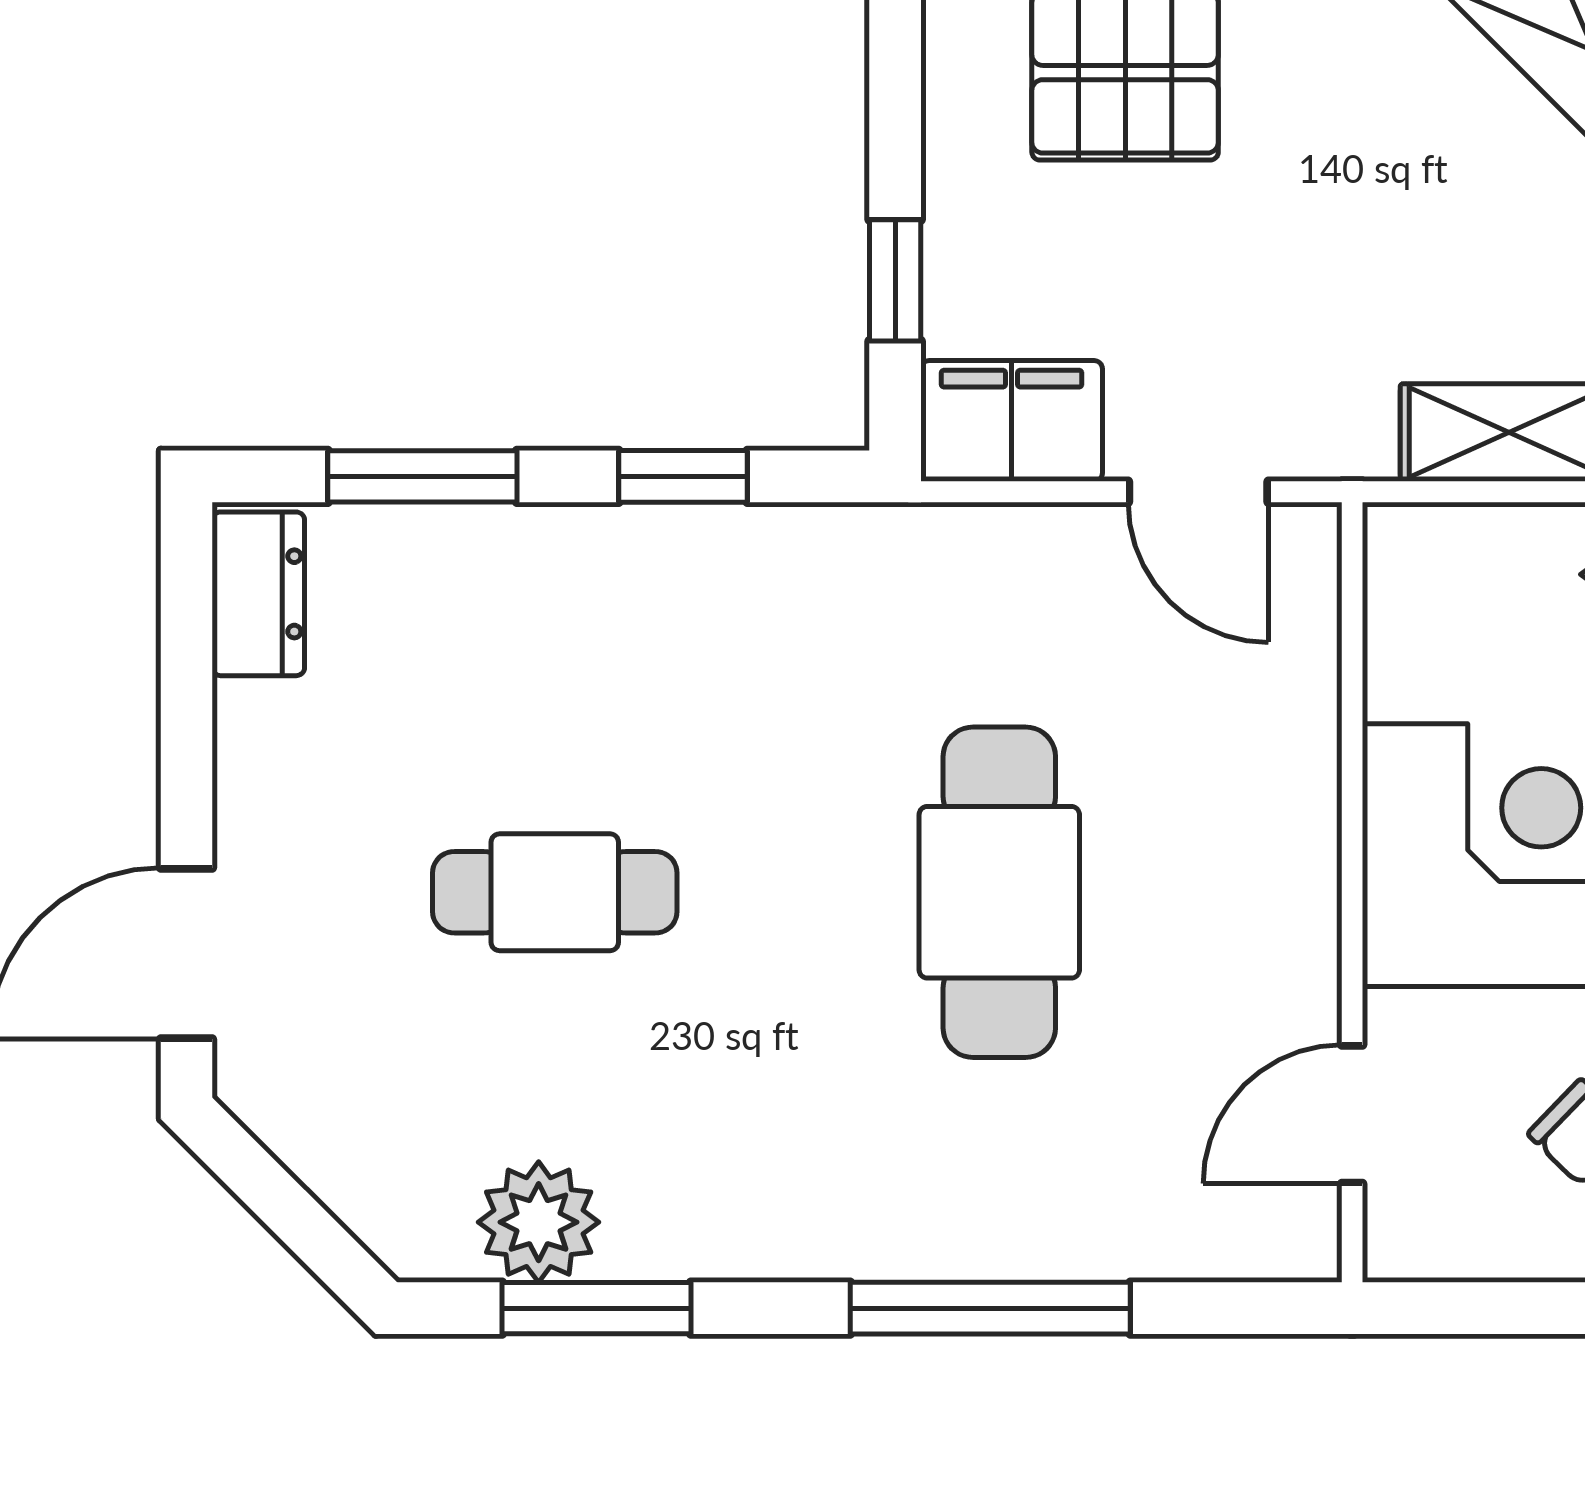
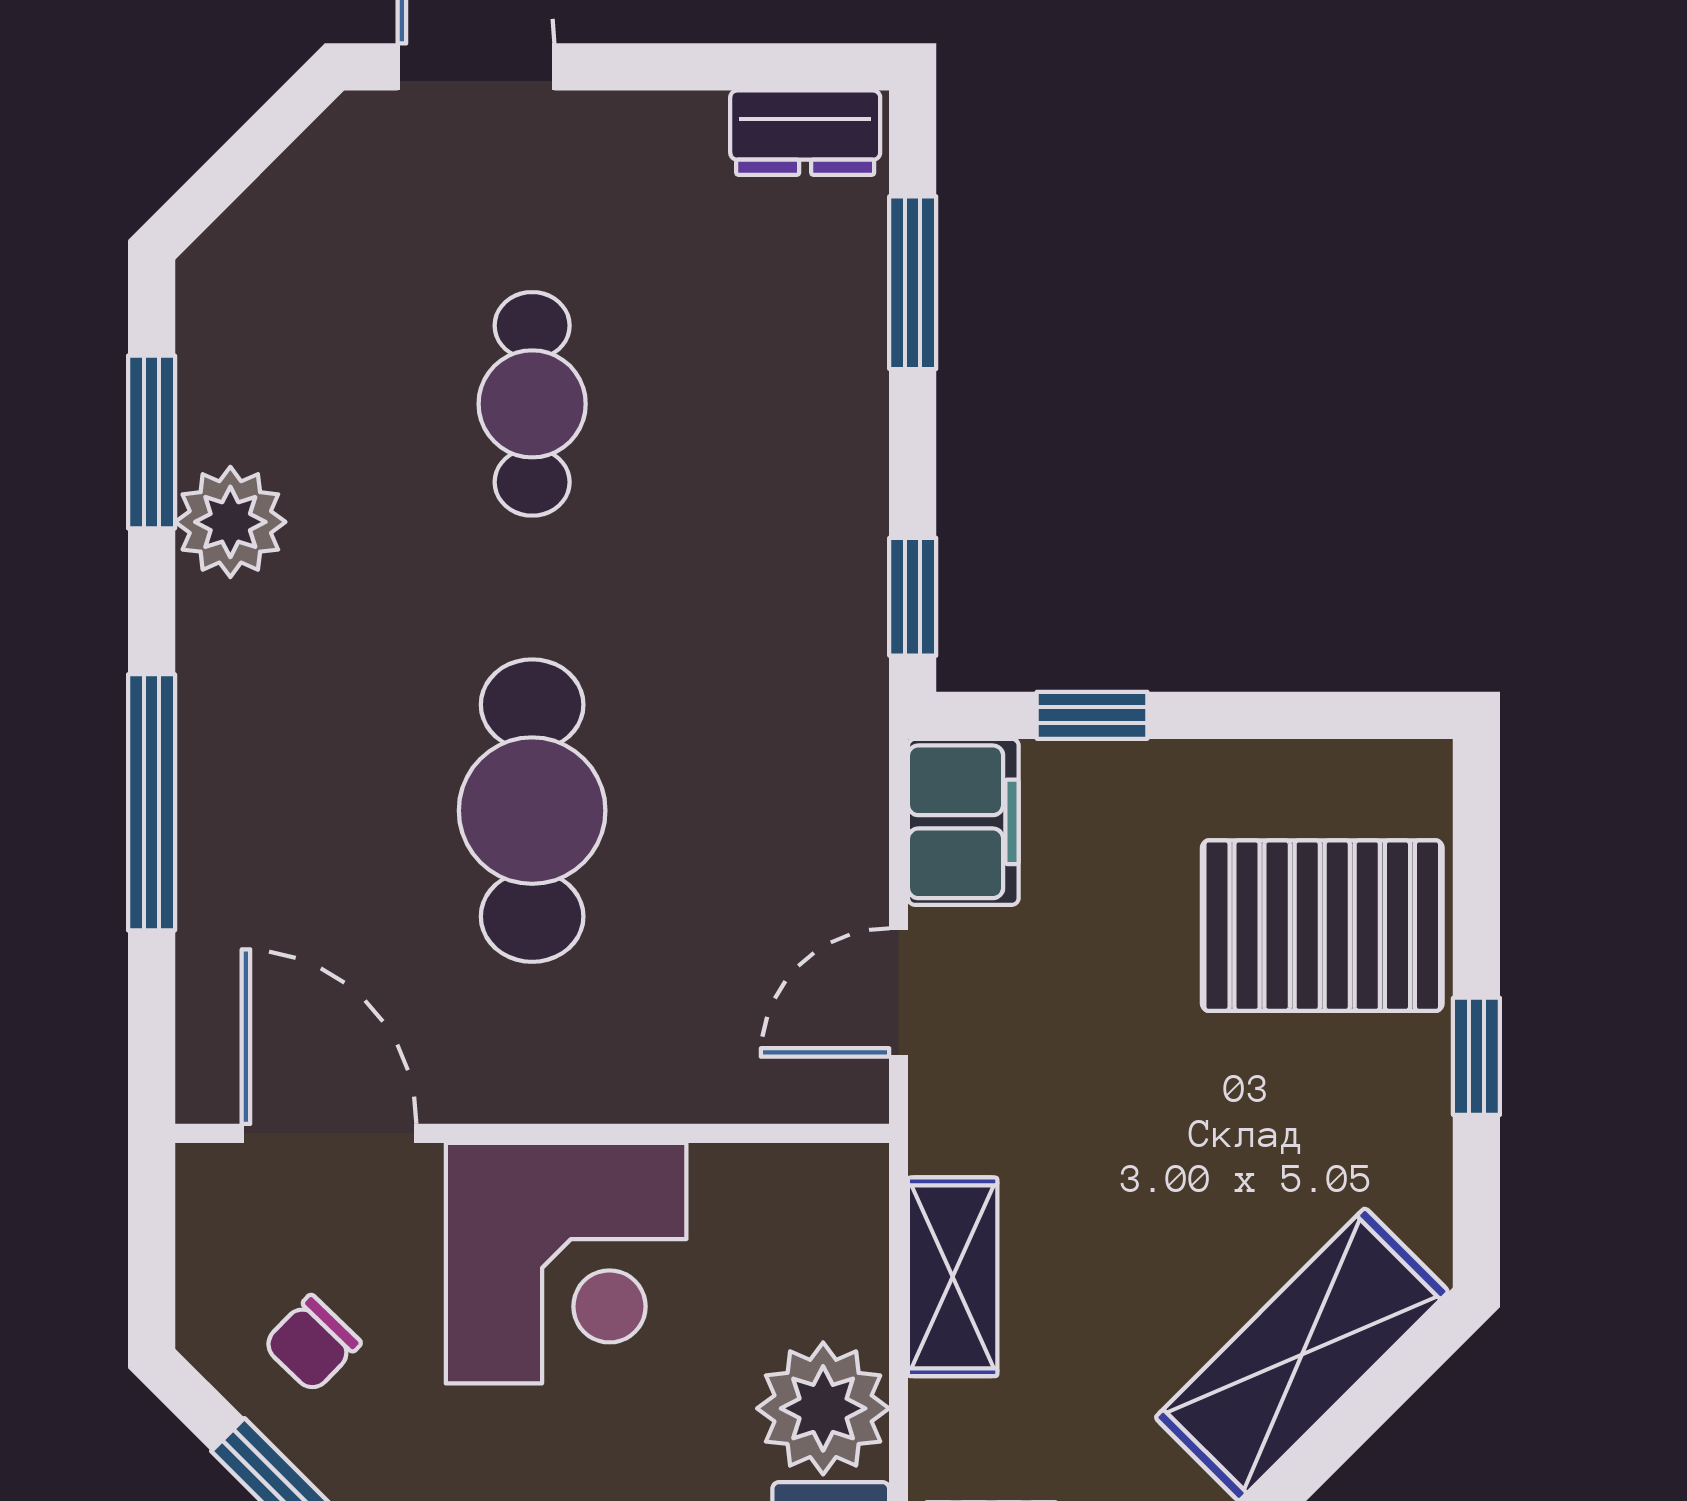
window: (683, 476) -> (913, 597), moved
cafe table: (999, 892) -> (532, 811), turned 90
door: (1352, 1114) -> (329, 1133), width x1.38
plant: (539, 1222) -> (230, 522), moved

